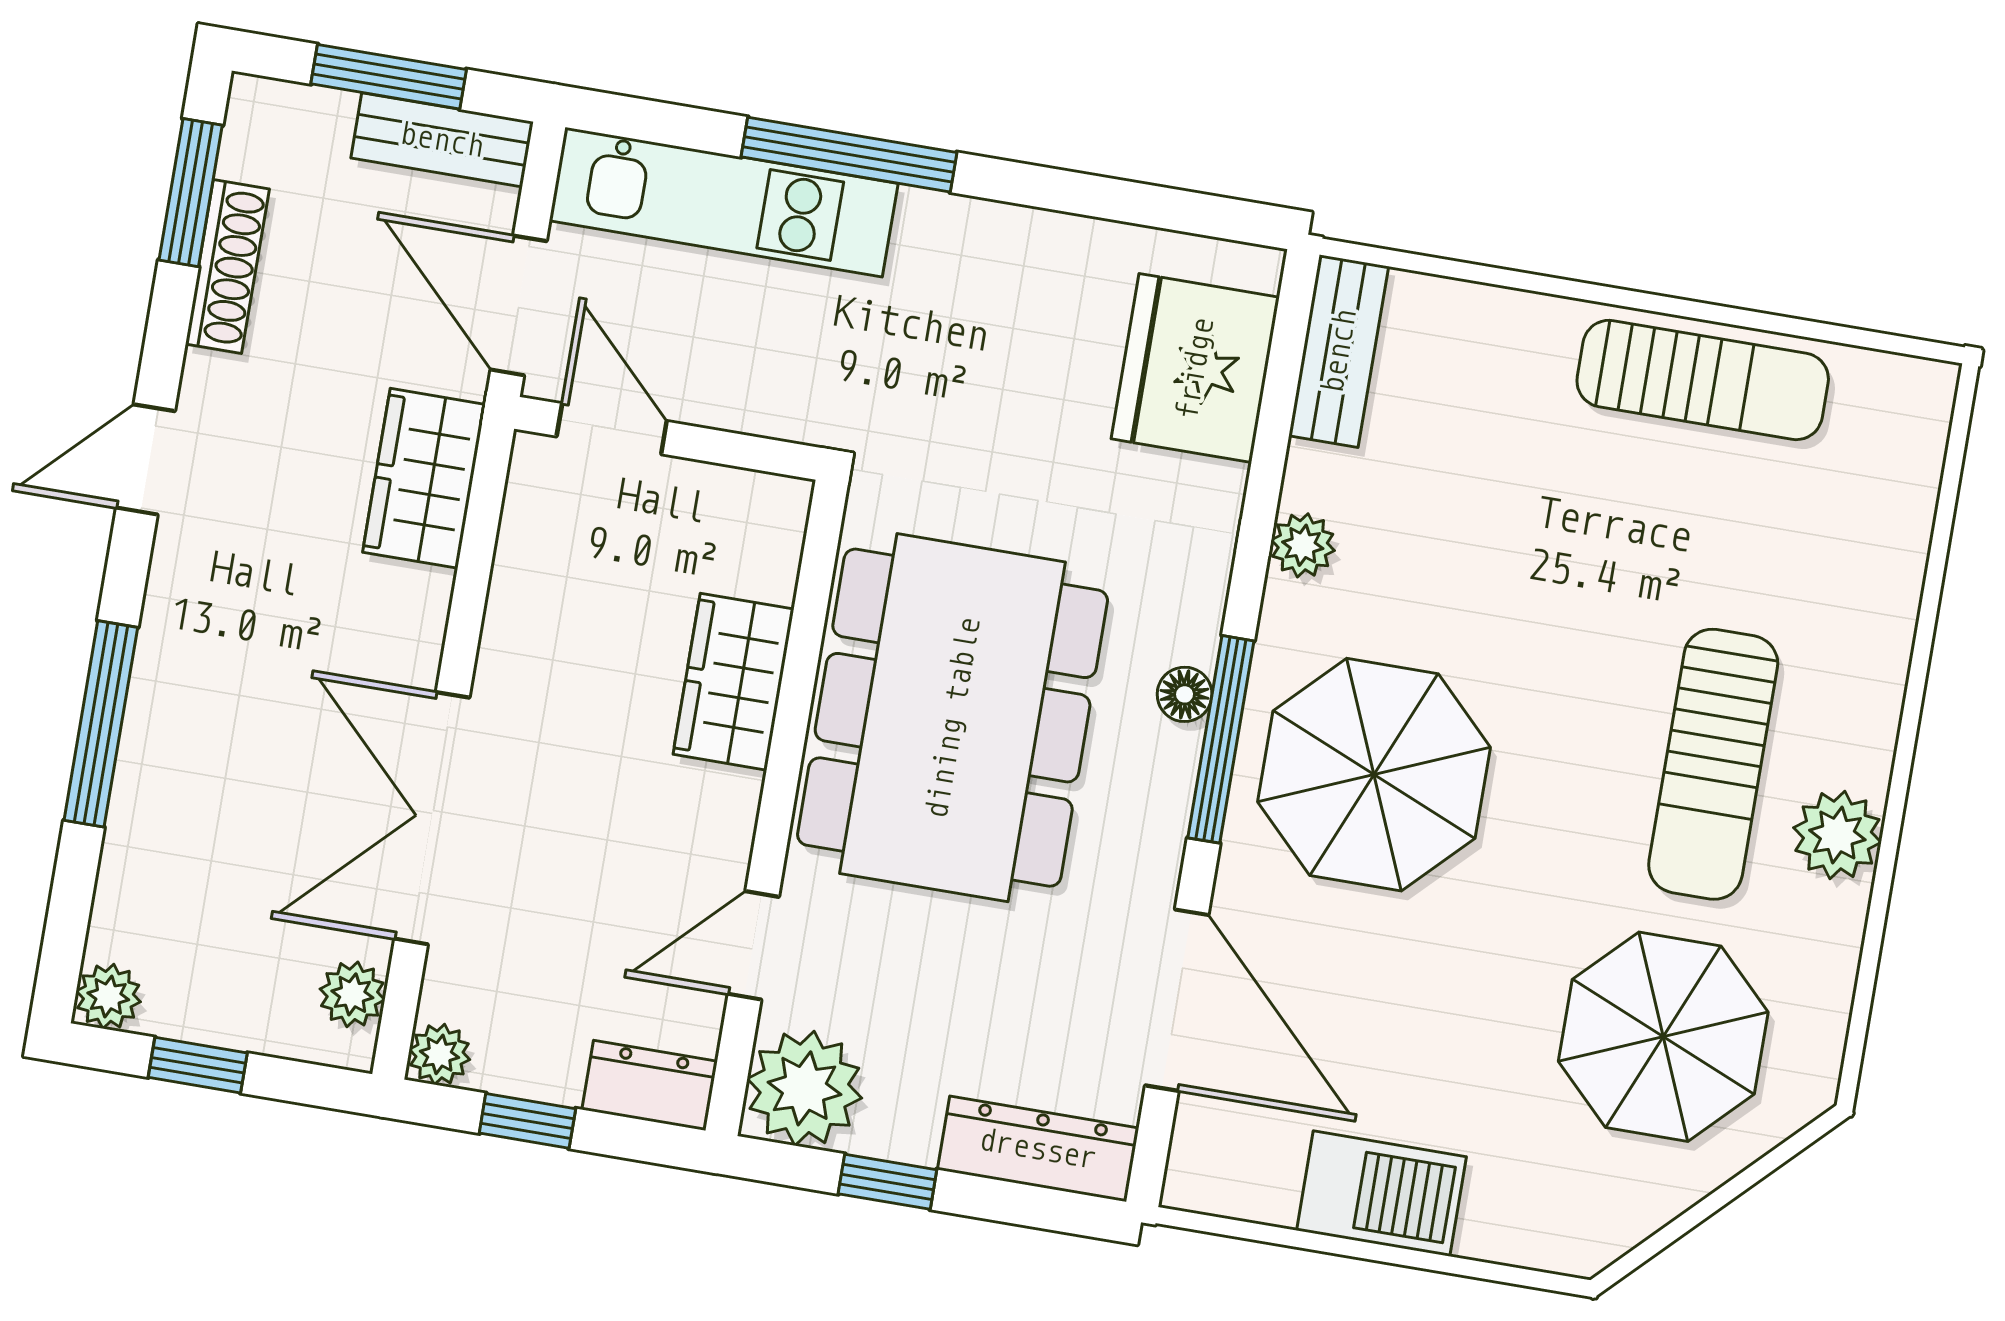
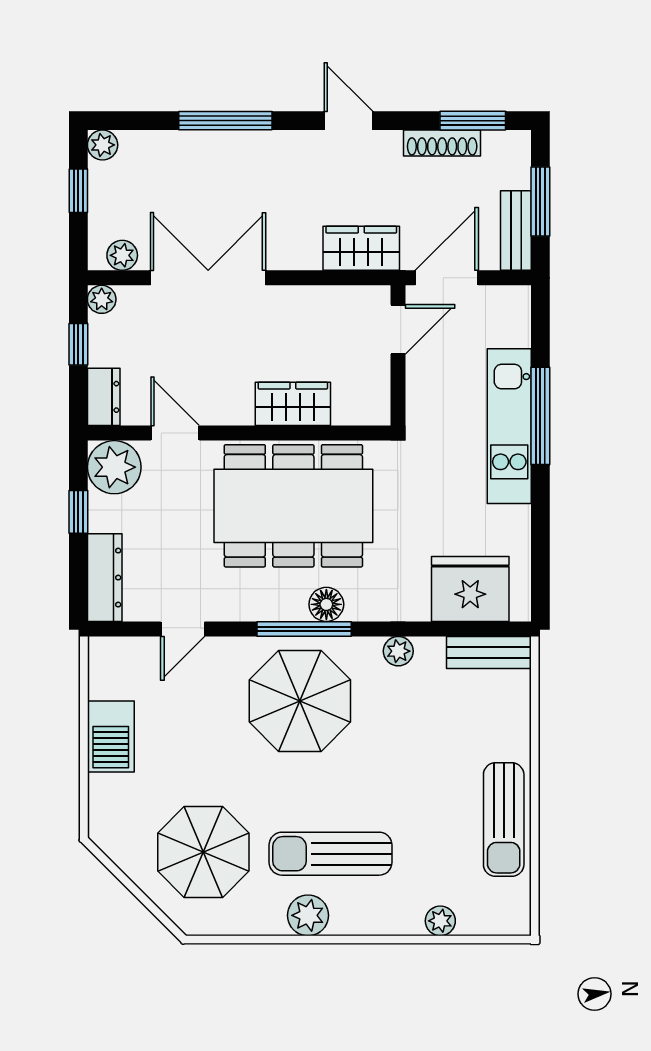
kitchen unit: (724, 202) -> (509, 426), moved
plant: (1897, 553) -> (440, 921), added
floor lamp: (1185, 694) -> (326, 604), width x1.37, depth x1.37
door: (1177, 1000) -> (183, 629), width x0.53

